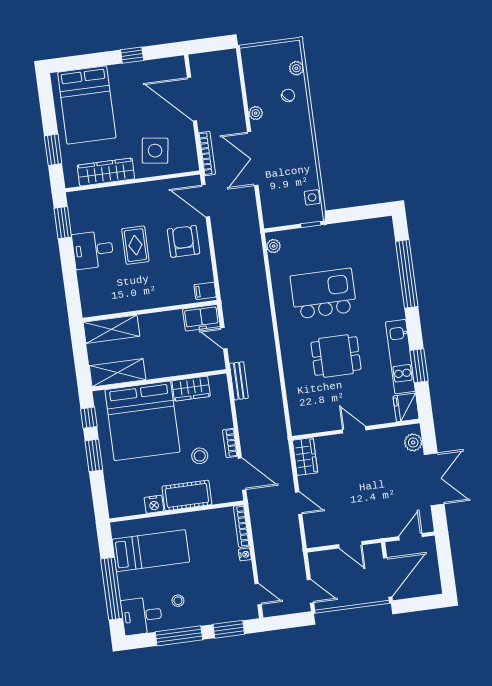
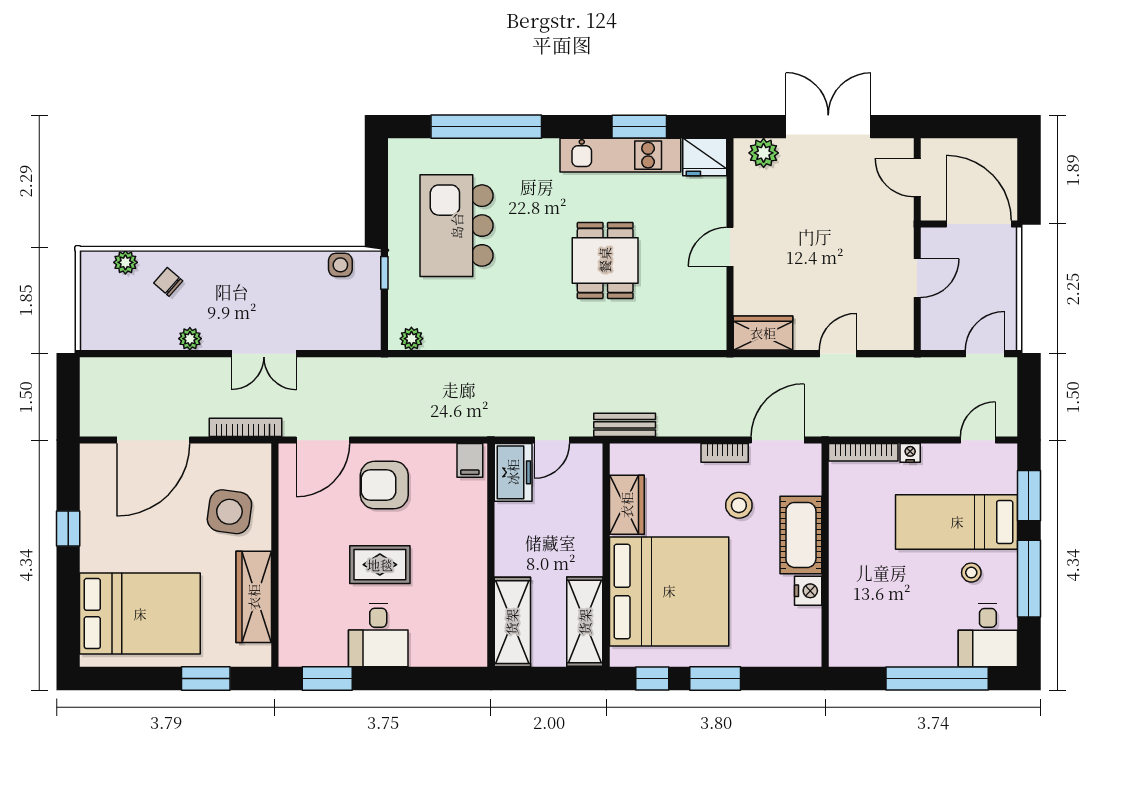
double door: (253, 159) -> (264, 354), width x0.73
kitchen island: (323, 294) -> (457, 226), moved
bed: (151, 551) -> (957, 522), moved, turned -90

